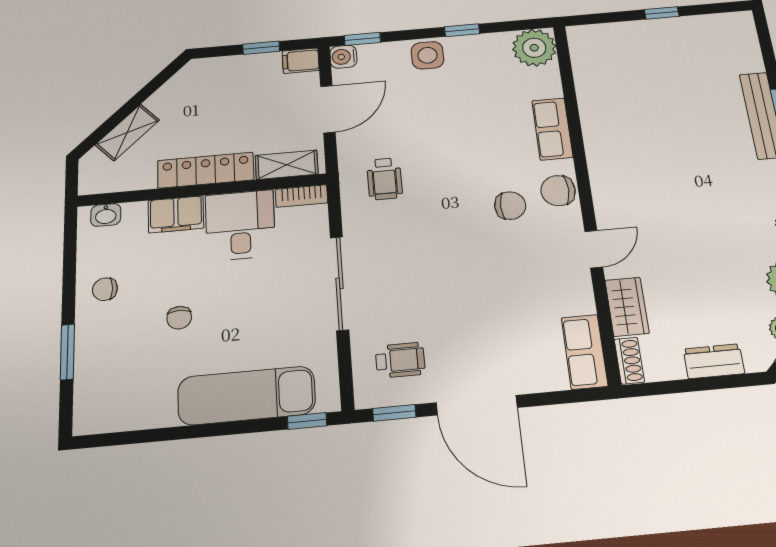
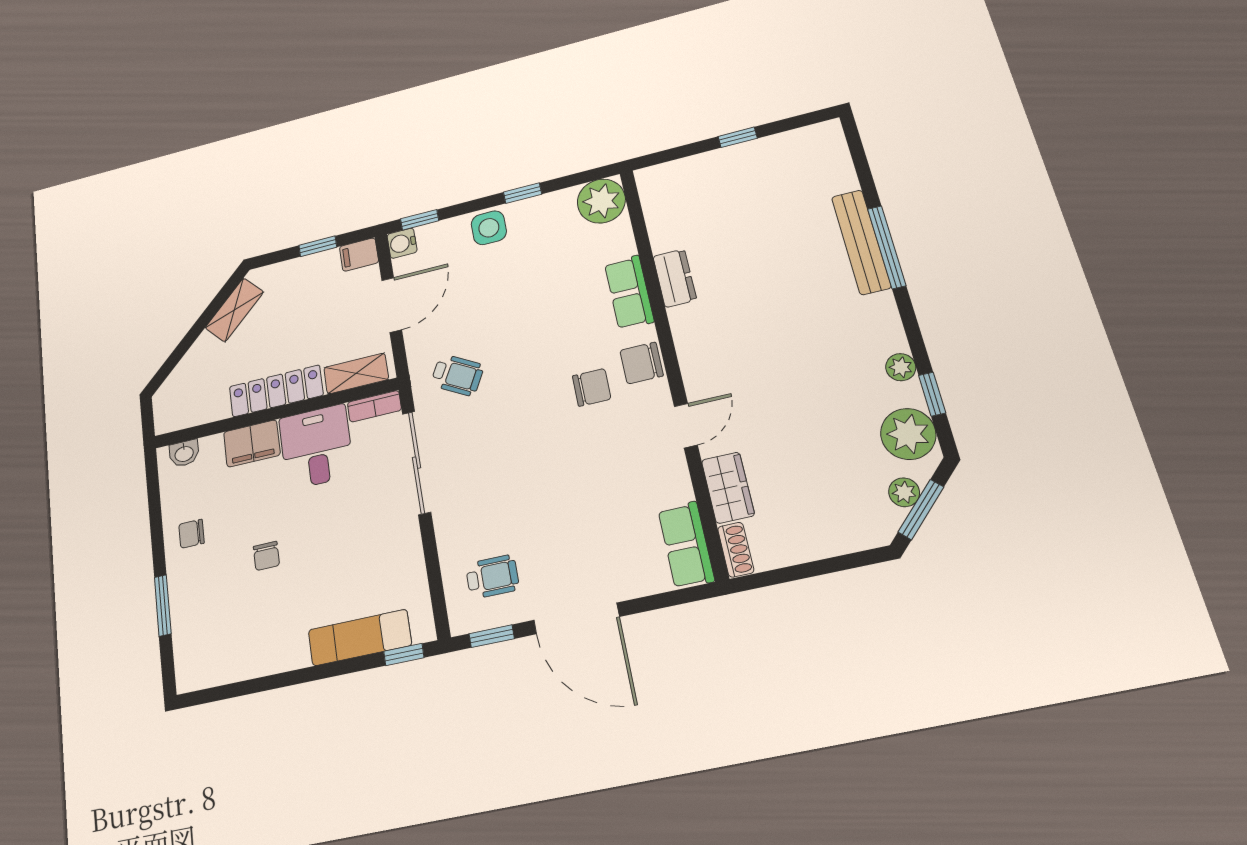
shelving: (127, 132) -> (234, 310), moved
wheelchair: (385, 179) -> (457, 375), turned -61
sliding door: (339, 283) -> (416, 463), moved
dresser: (714, 361) -> (675, 278), moved, turned 90
exam couch: (246, 396) -> (360, 638), width x0.73, depth x0.69

